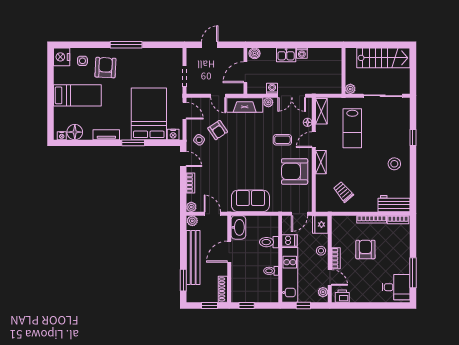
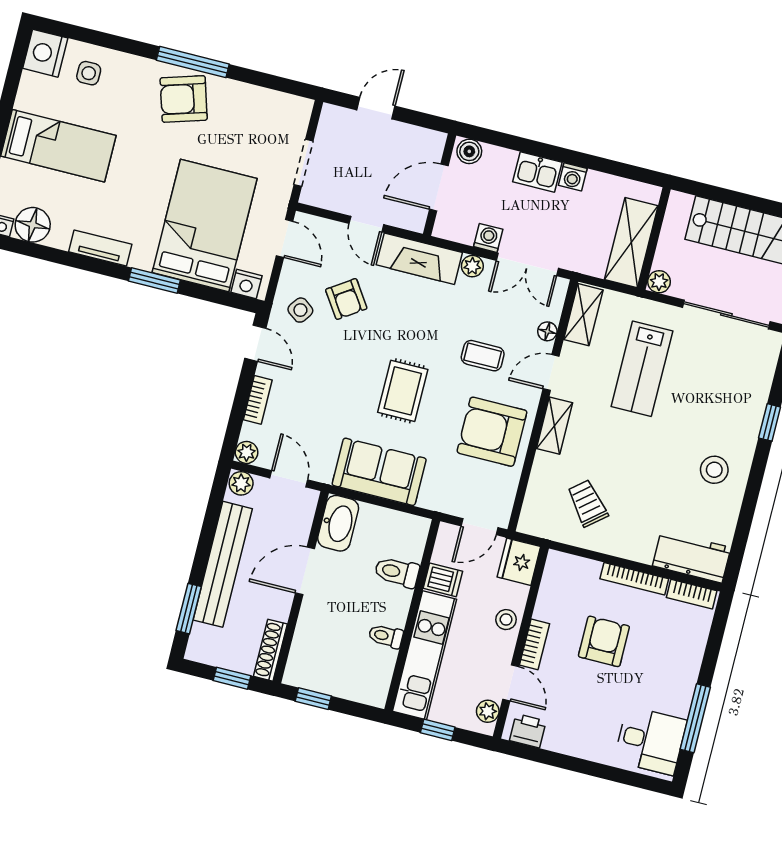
armchair: (105, 68) -> (184, 99), moved, turned -110
shelving: (334, 75) -> (631, 243), added
rug: (252, 164) -> (403, 391), added

